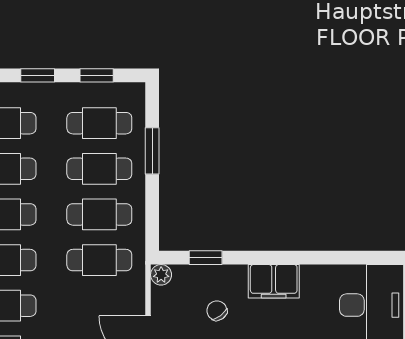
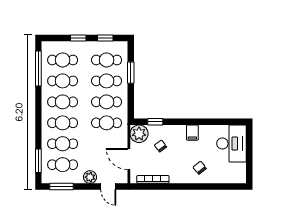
plant: (161, 275) -> (139, 134), width x1.87, depth x1.87
filing cabinet: (274, 281) -> (192, 133), width x0.50

